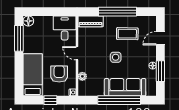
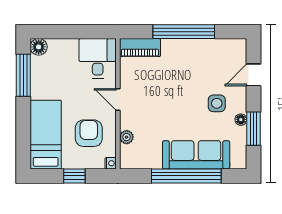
coffee table: (127, 34) -> (200, 68), removed
side table: (116, 57) -> (217, 103), moved

